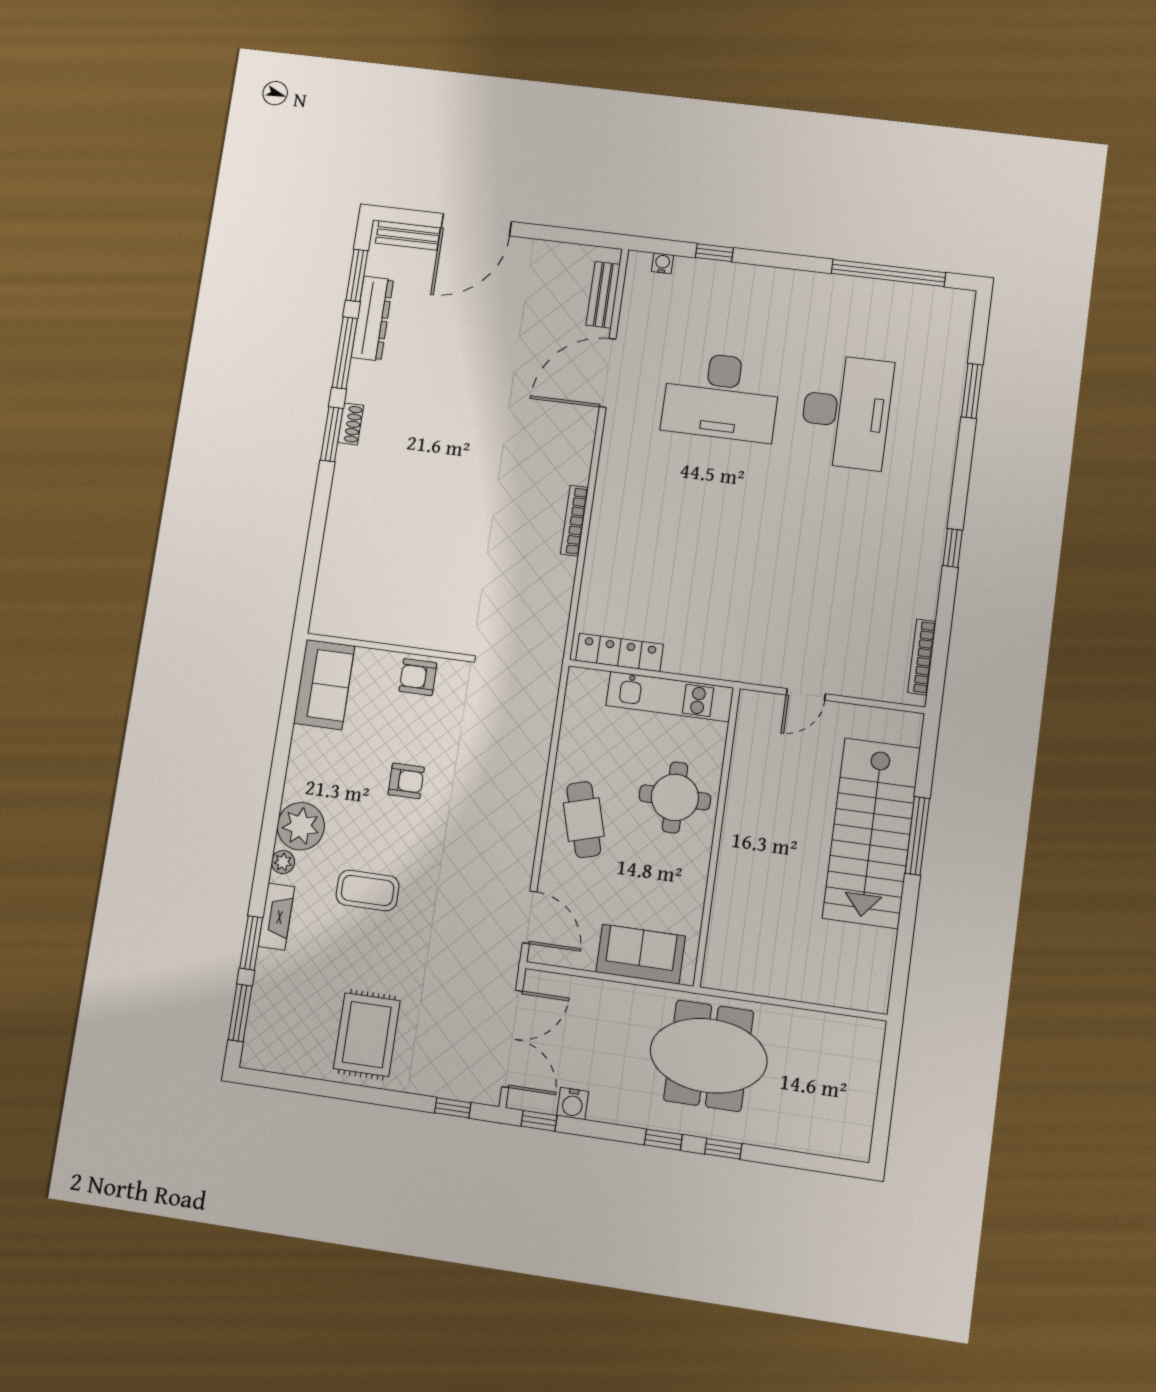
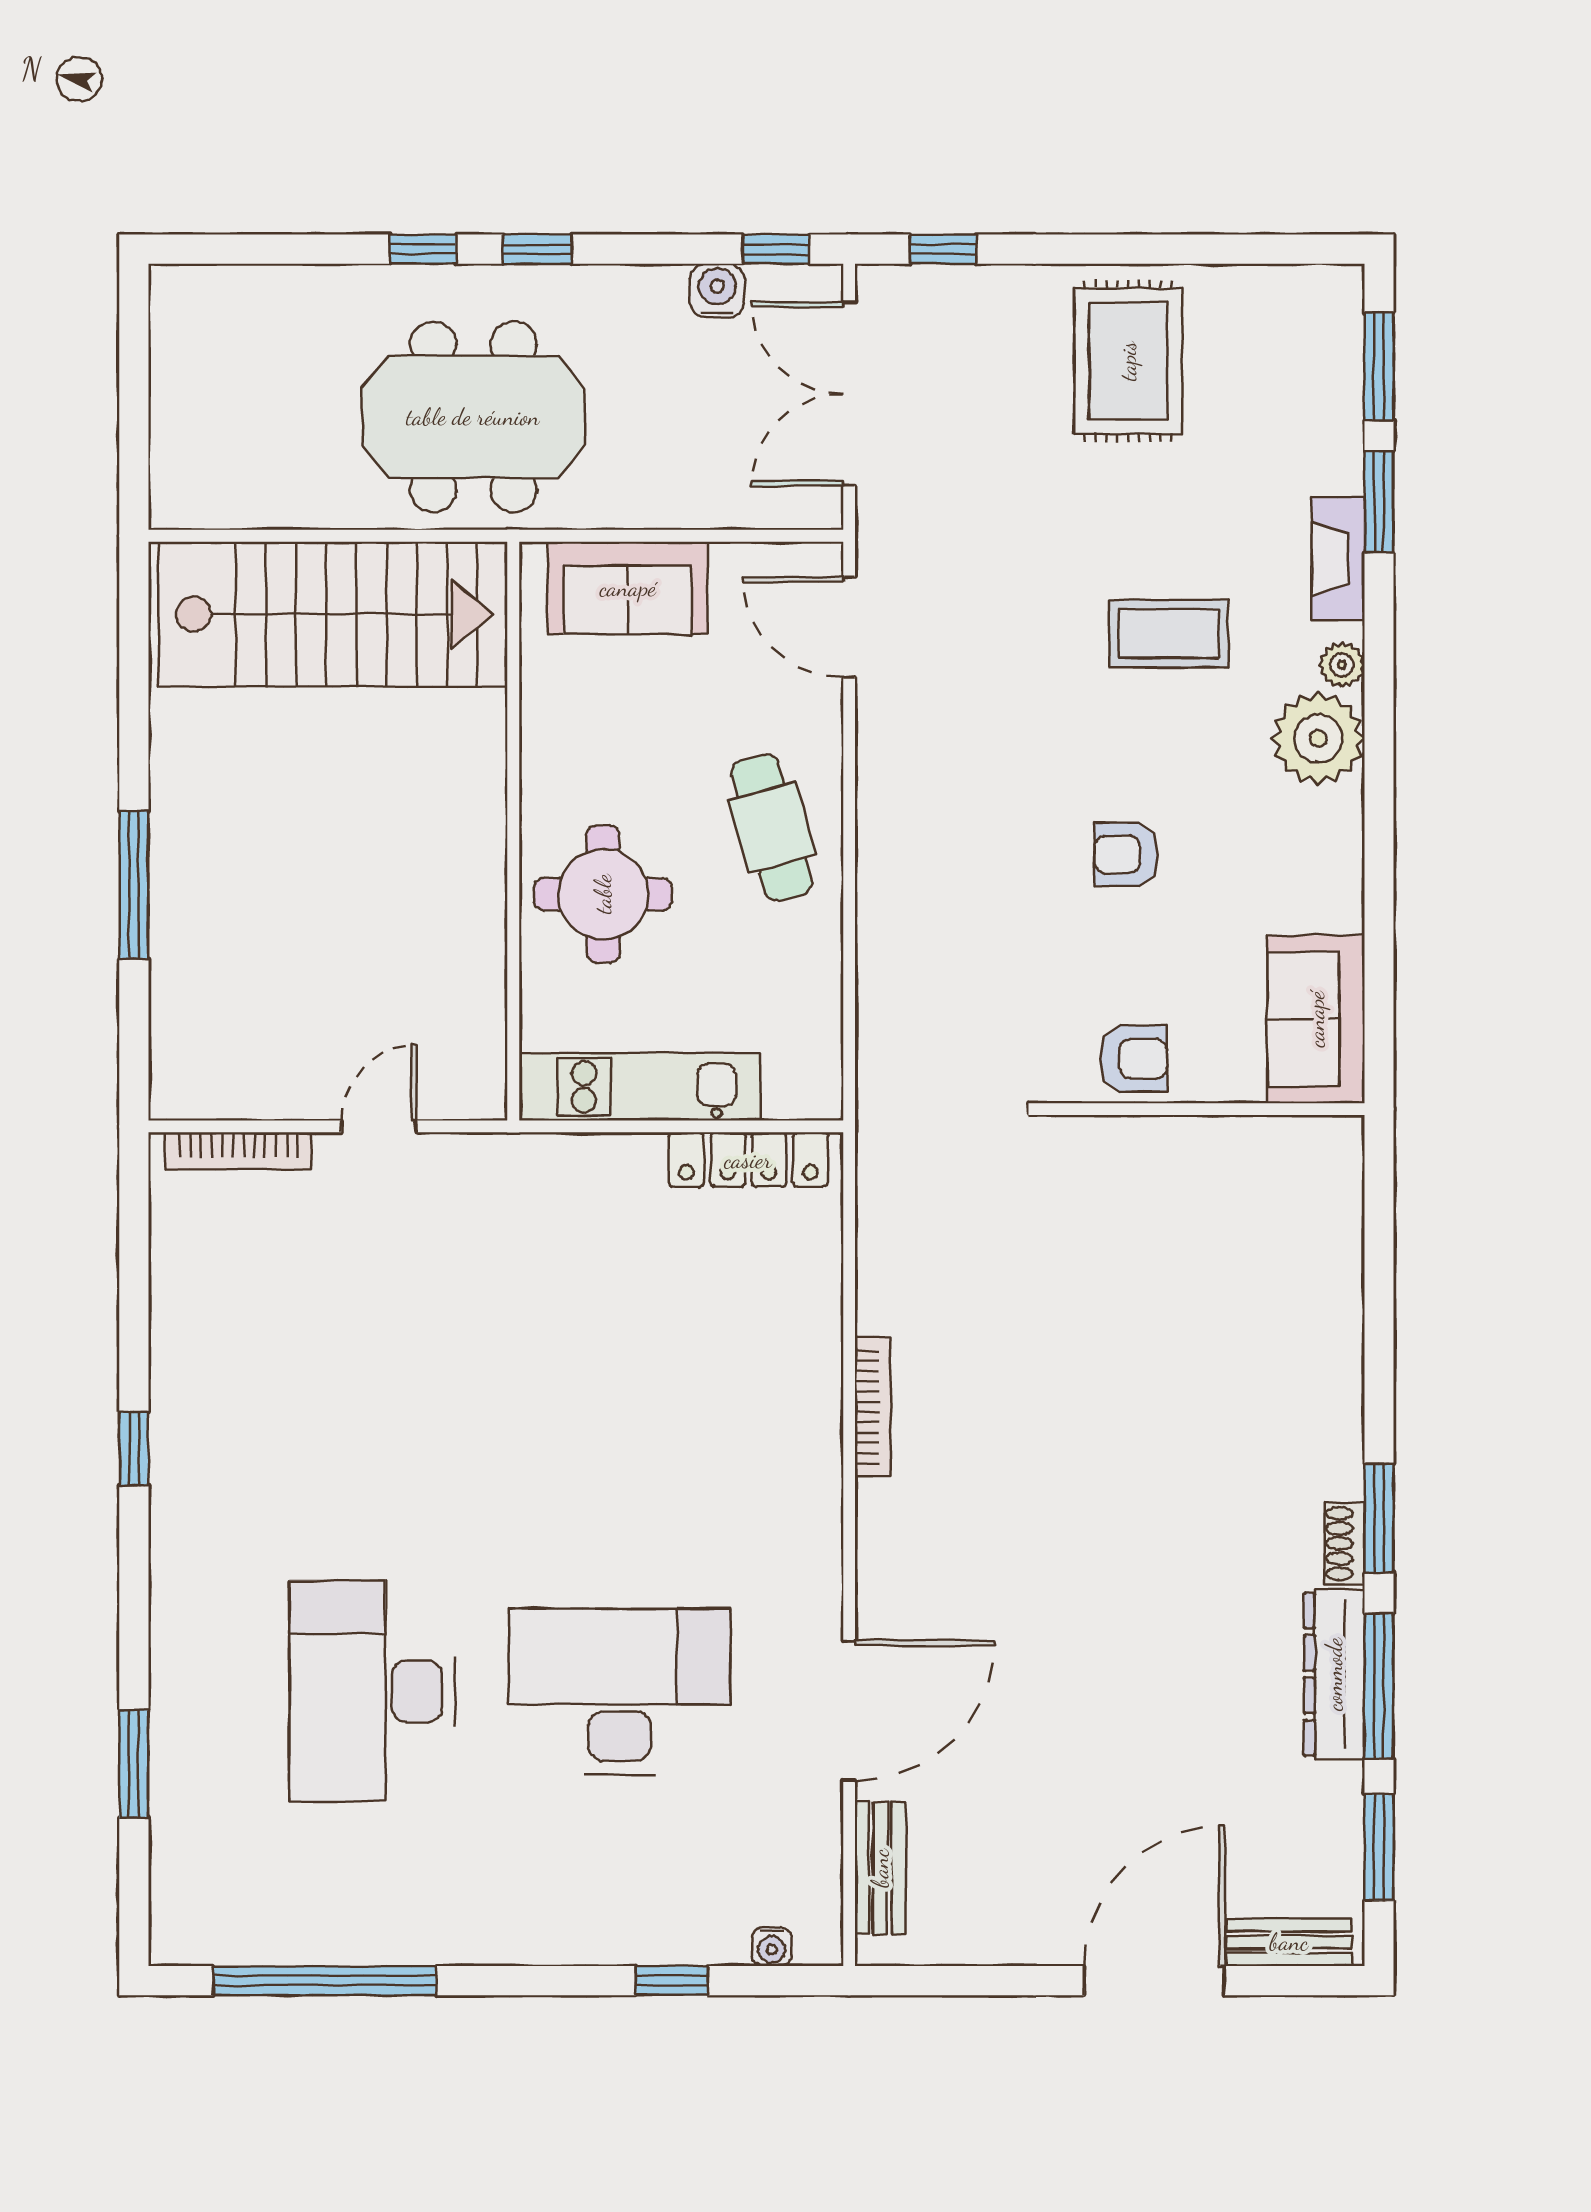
dresser: (372, 318) -> (1334, 1674), moved
bookcase: (922, 657) -> (238, 1151), moved, turned 90
stairs: (871, 833) -> (333, 614), moved, turned 90

